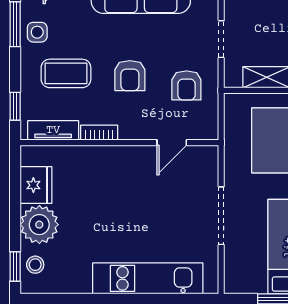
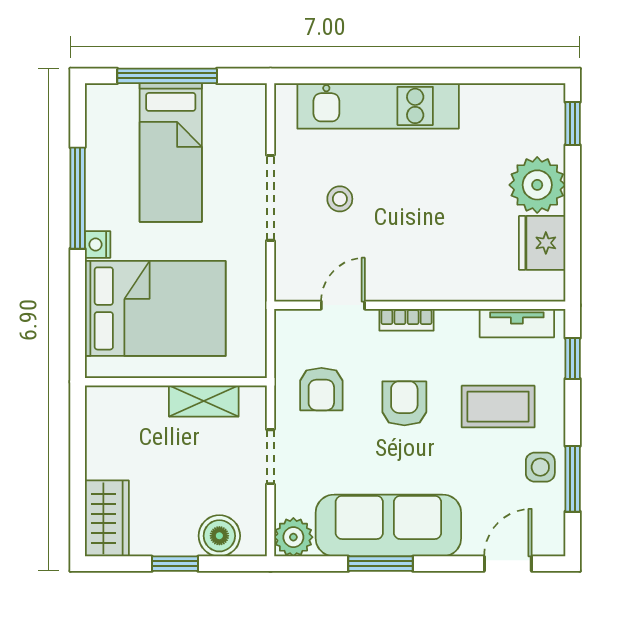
armchair: (186, 85) -> (321, 389), turned 180
bookcase: (99, 133) -> (407, 320), moved
stool: (35, 265) -> (340, 199), moved

